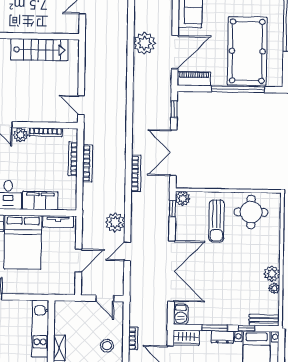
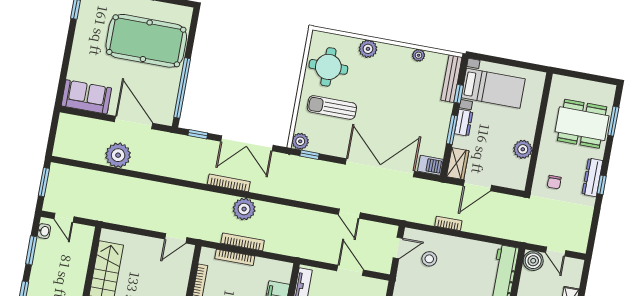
piano: (194, 79) -> (167, 106), removed
window: (238, 89) -> (182, 88), moved
bookcase: (136, 173) -> (229, 183), moved
sun lounger: (217, 221) -> (332, 107), turned 180
plant: (115, 222) -> (244, 209), moved
plant: (272, 274) -> (368, 49), moved
bench: (264, 320) -> (451, 79), width x1.36
stool: (107, 346) -> (429, 259), moved

